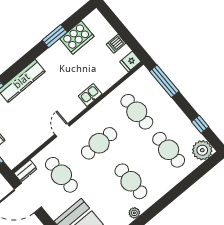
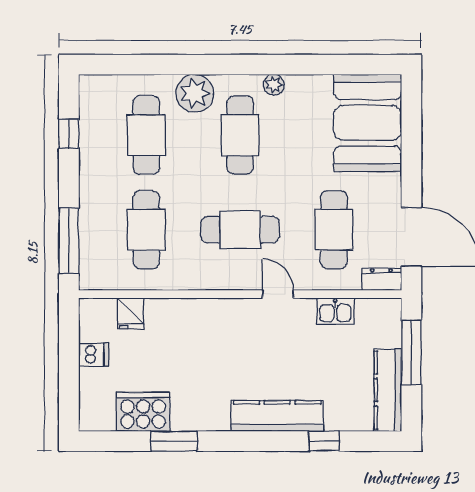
fridge: (130, 62) -> (131, 314), moved, turned 90
kitchen sink: (90, 95) -> (335, 311), moved
door: (62, 130) -> (278, 294), swing flipped
plant: (202, 150) -> (195, 93), moved

